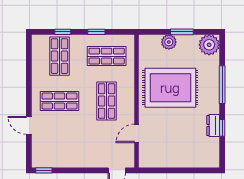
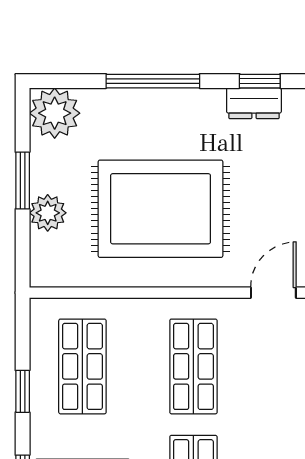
rug: (170, 88) -> (161, 209), turned 90
shop shelf: (107, 101) -> (193, 366), turned 90
door: (136, 133) -> (273, 293), swing flipped

